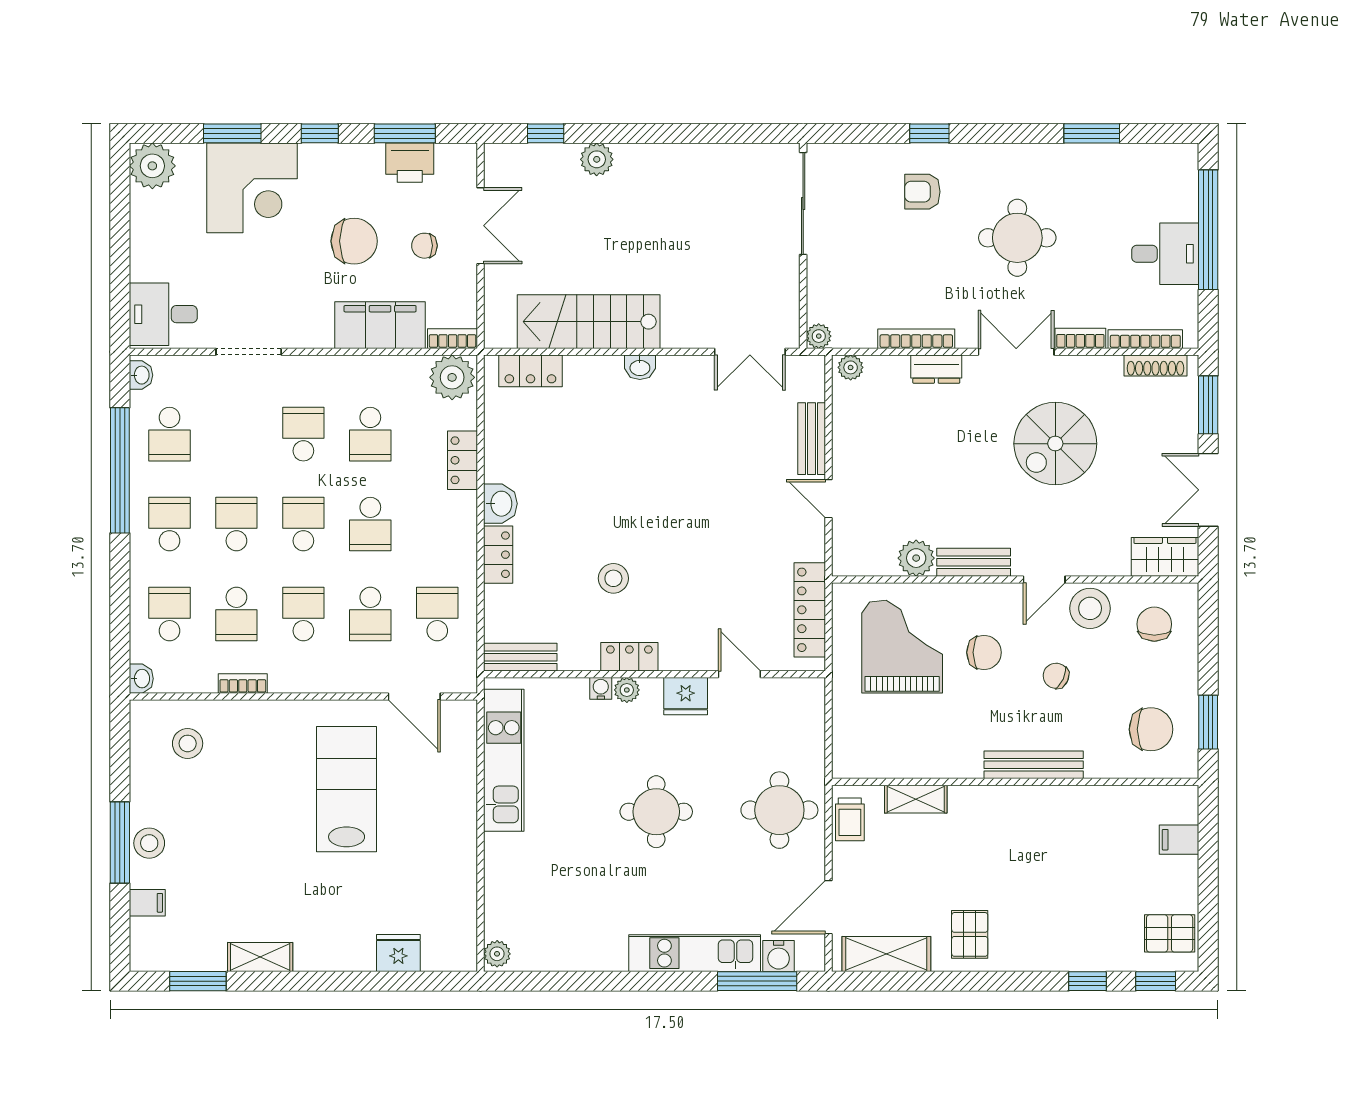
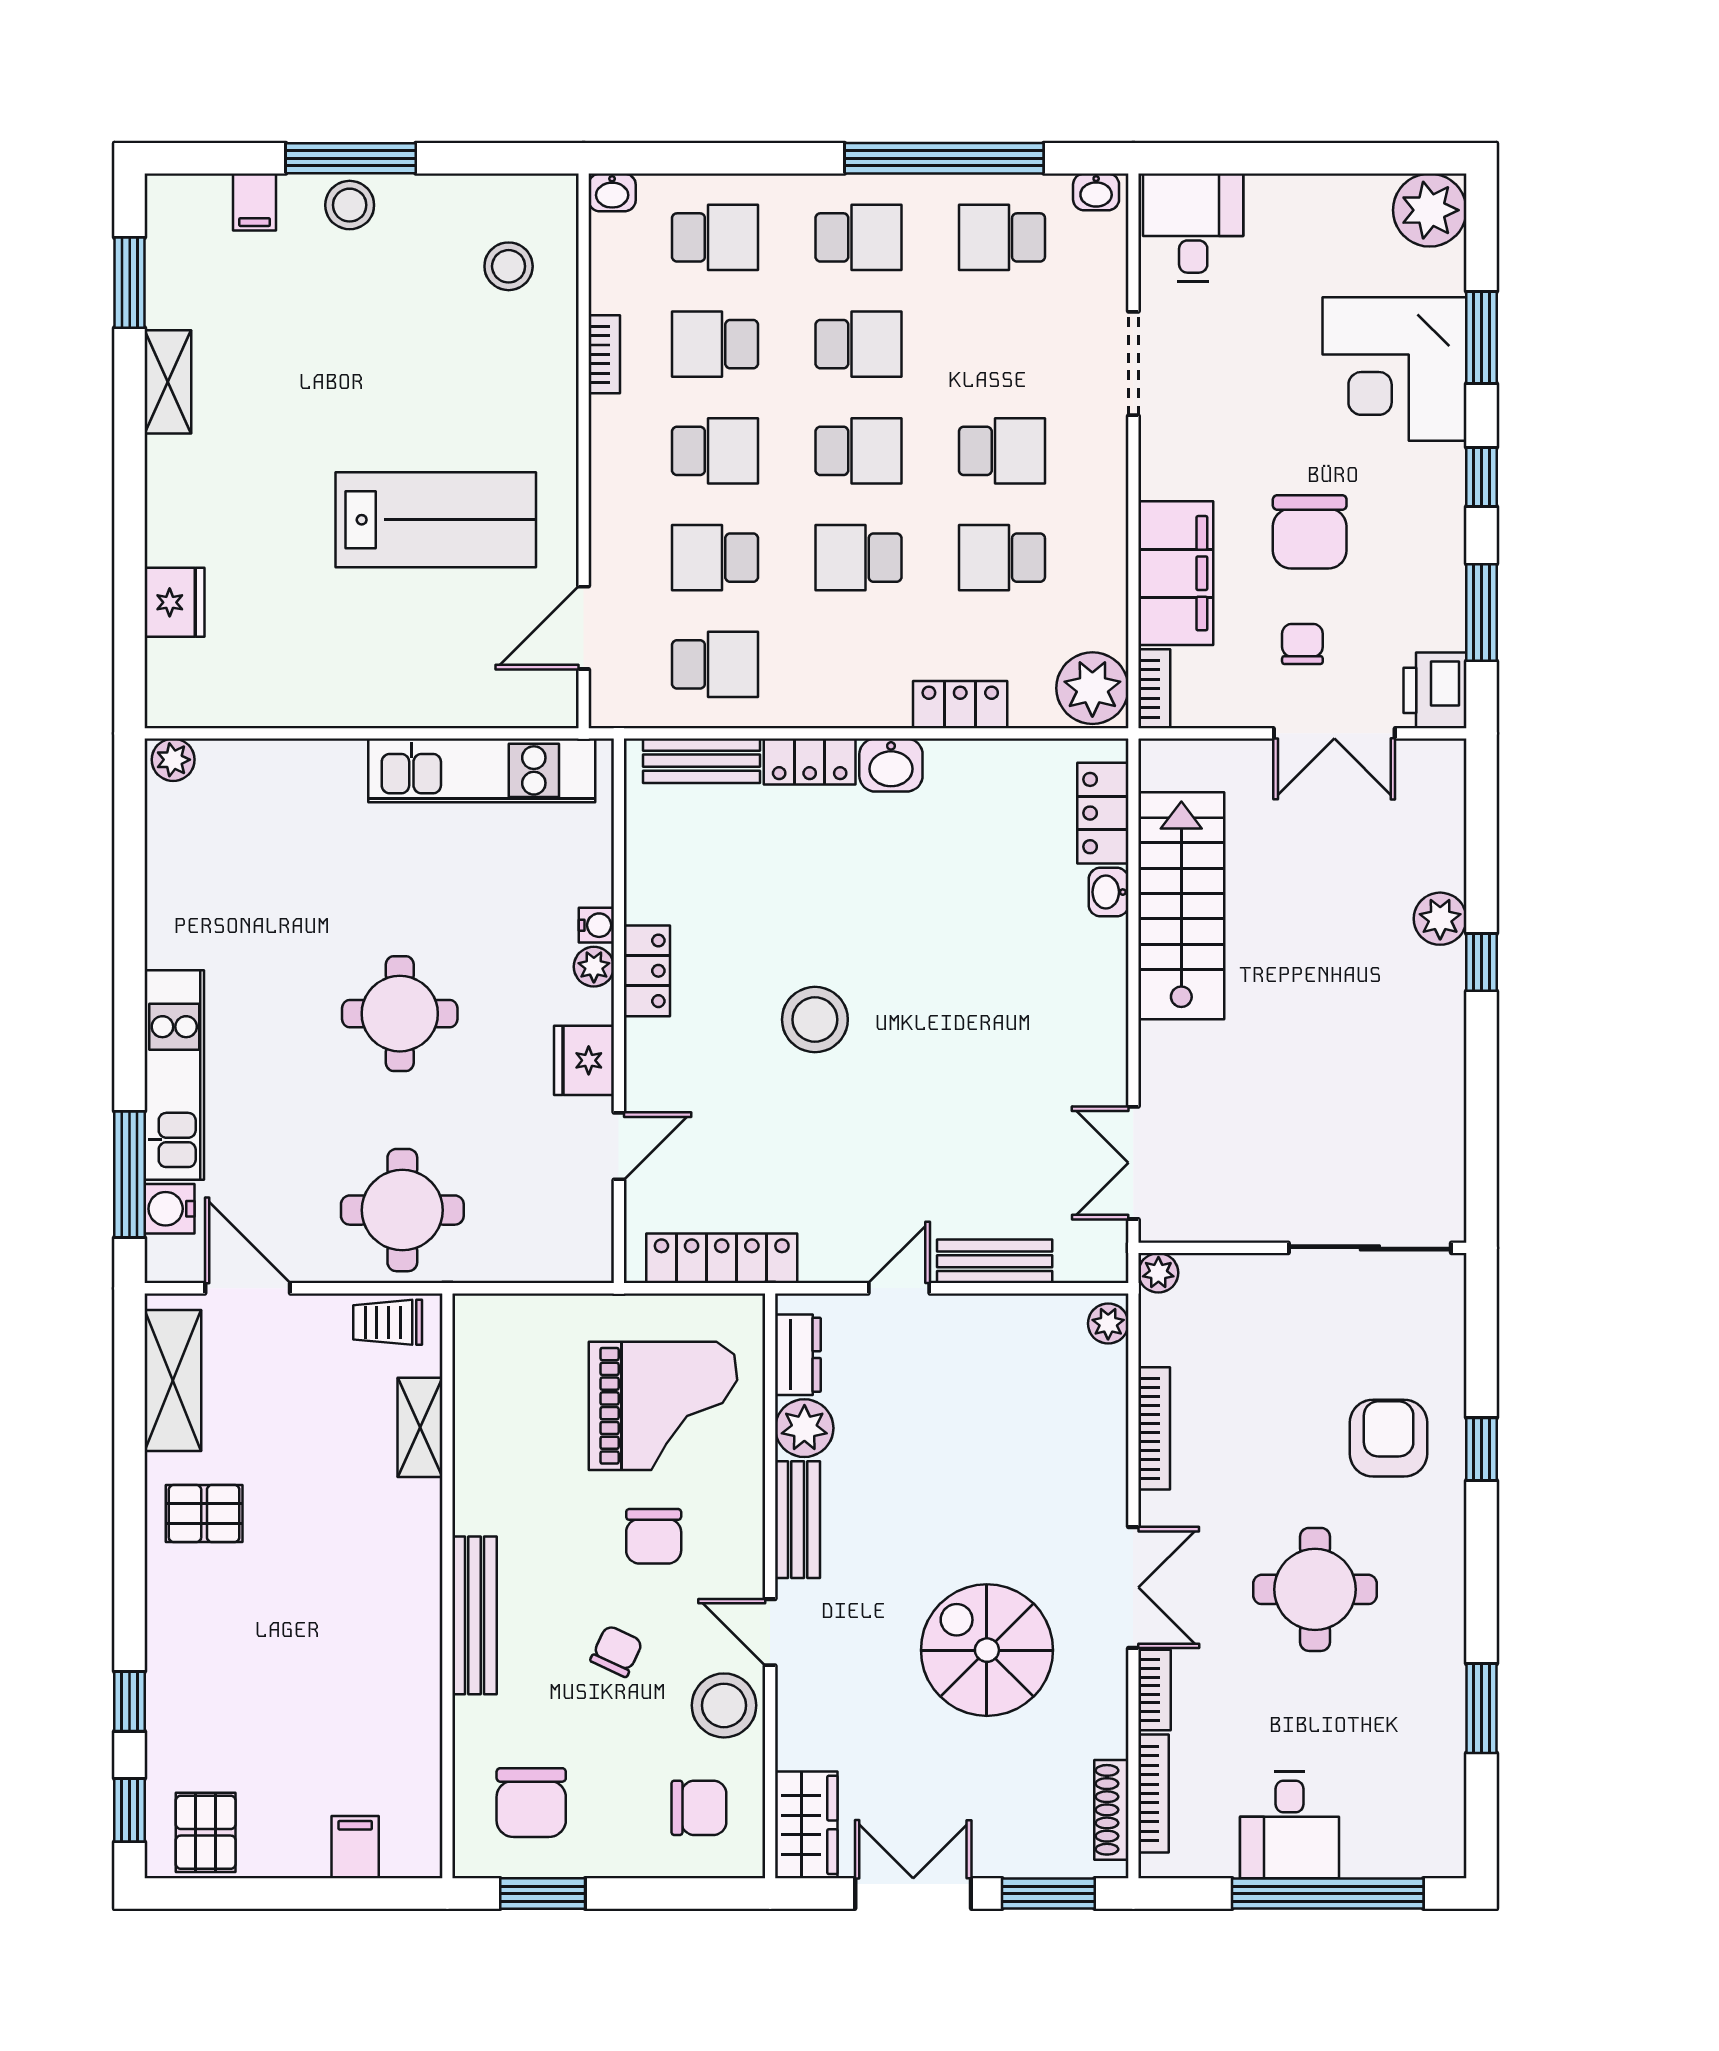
window: (546, 133) -> (1481, 962), moved
printer: (410, 163) -> (1435, 690), moved
armchair: (922, 192) -> (1389, 1438), width x1.38, depth x1.38
washbasin: (640, 367) -> (1109, 892), moved
dresser: (936, 369) -> (798, 1355), moved, turned 180
stool: (613, 578) -> (815, 1020), moved, width x1.38, depth x1.38
bench: (520, 657) -> (701, 761), moved, turned 90

